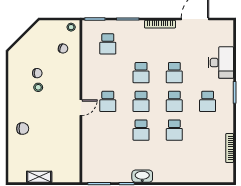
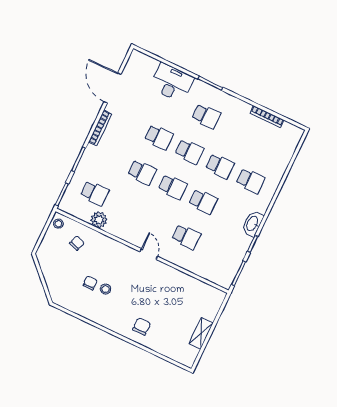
plant: (89, 57) -> (99, 220), added
school desk: (108, 101) -> (186, 237), moved
school desk: (174, 159) -> (250, 181), added

